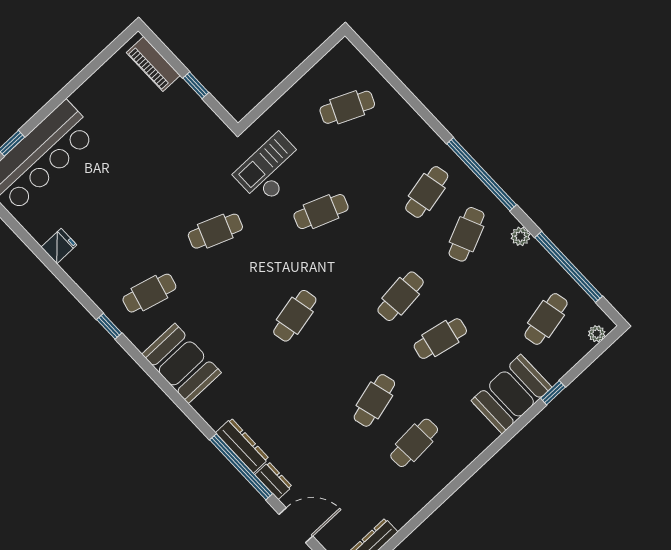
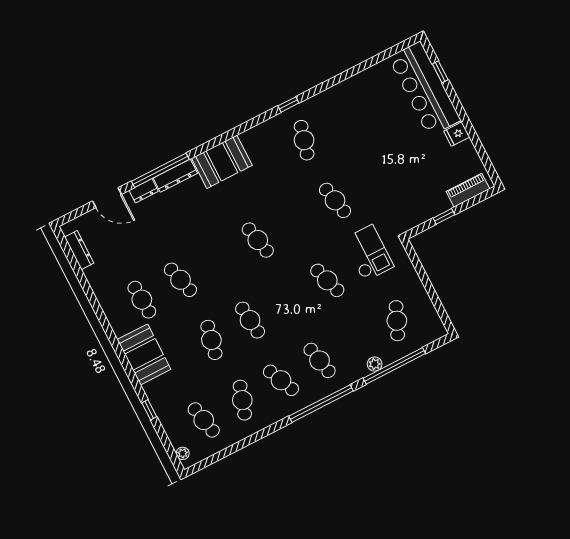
cafe table: (321, 212) -> (327, 280), turned -39
cafe table: (215, 231) -> (335, 200), turned -33
plant: (520, 236) -> (375, 364), moved
fridge: (59, 246) -> (457, 134), moved, turned 90
window: (569, 267) -> (394, 366), moved
cafe table: (506, 277) -> (242, 400), added
booth: (182, 363) -> (222, 162), moved
booth: (511, 394) -> (144, 354), moved
door: (296, 525) -> (107, 198), hinge flipped

